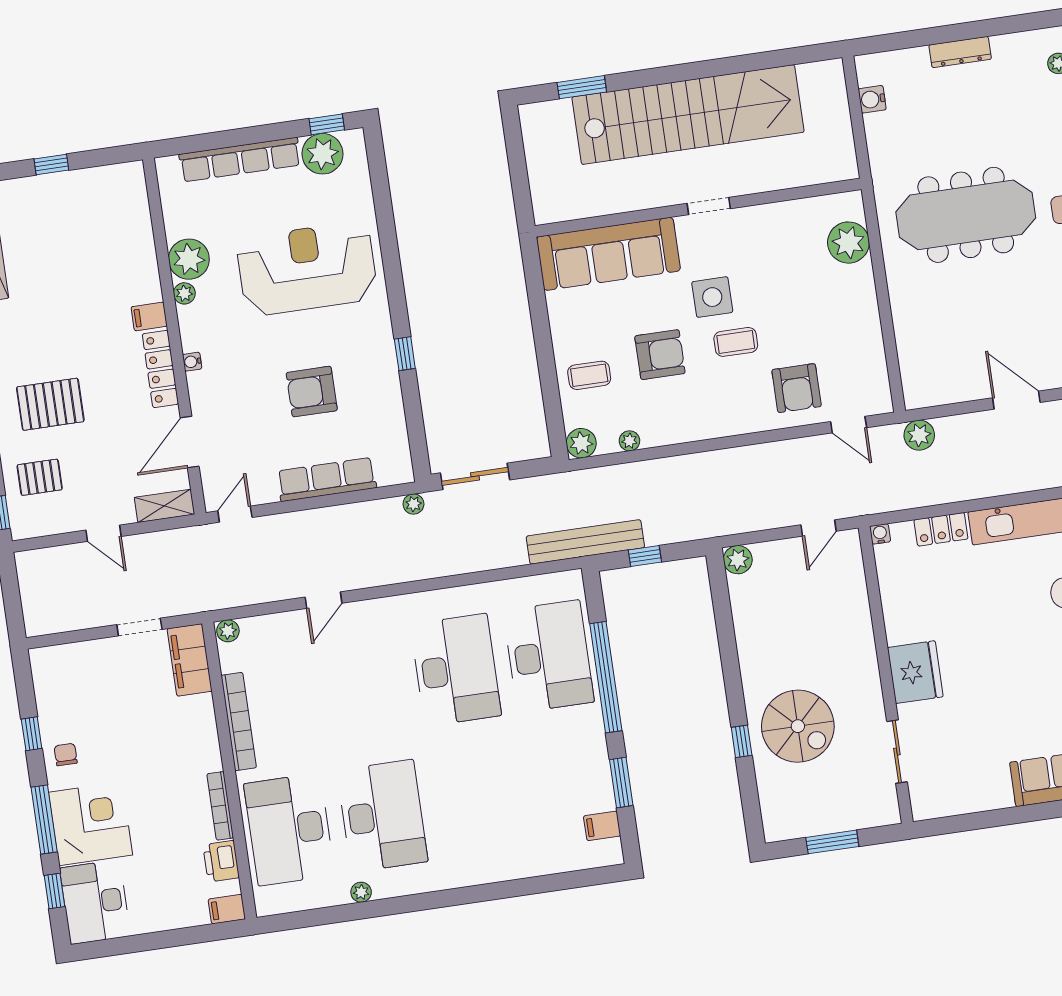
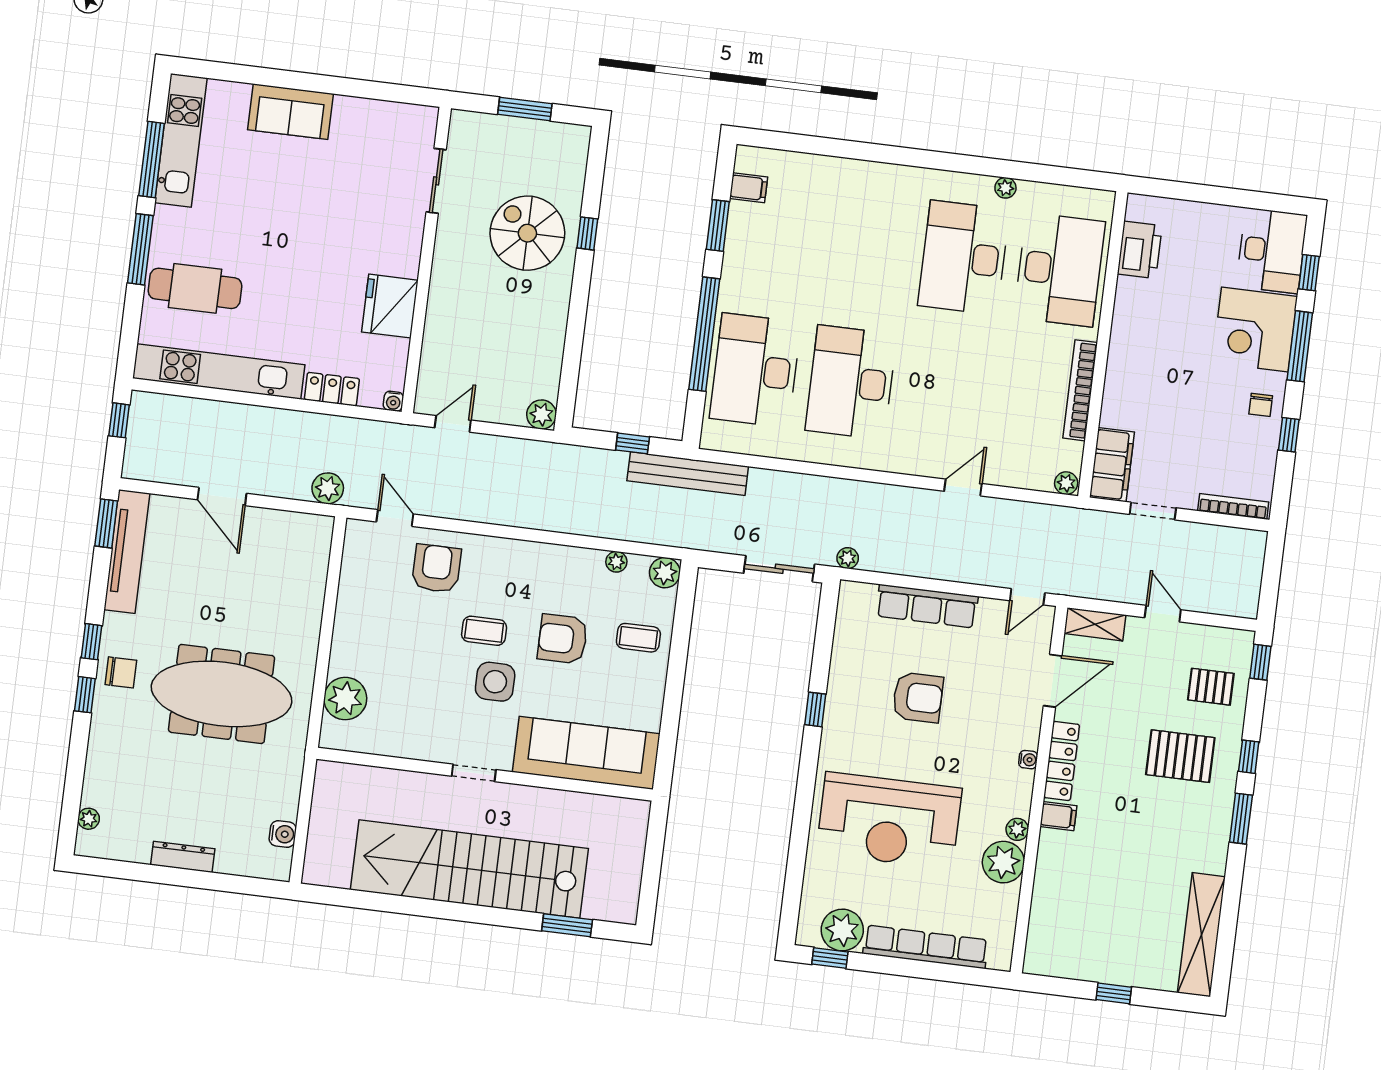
fridge: (915, 672) -> (390, 306), moved
bookcase: (220, 806) -> (1233, 506), moved, turned -90
printer: (221, 861) -> (1140, 250), width x1.37, depth x1.19
filing cabinet: (227, 909) -> (1143, 208), removed

